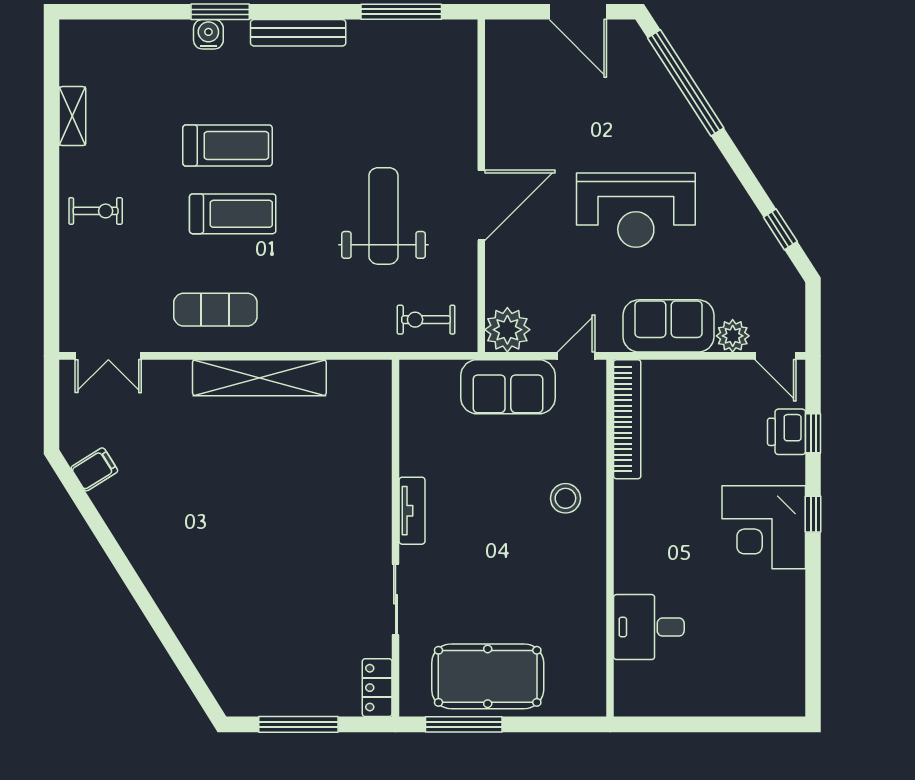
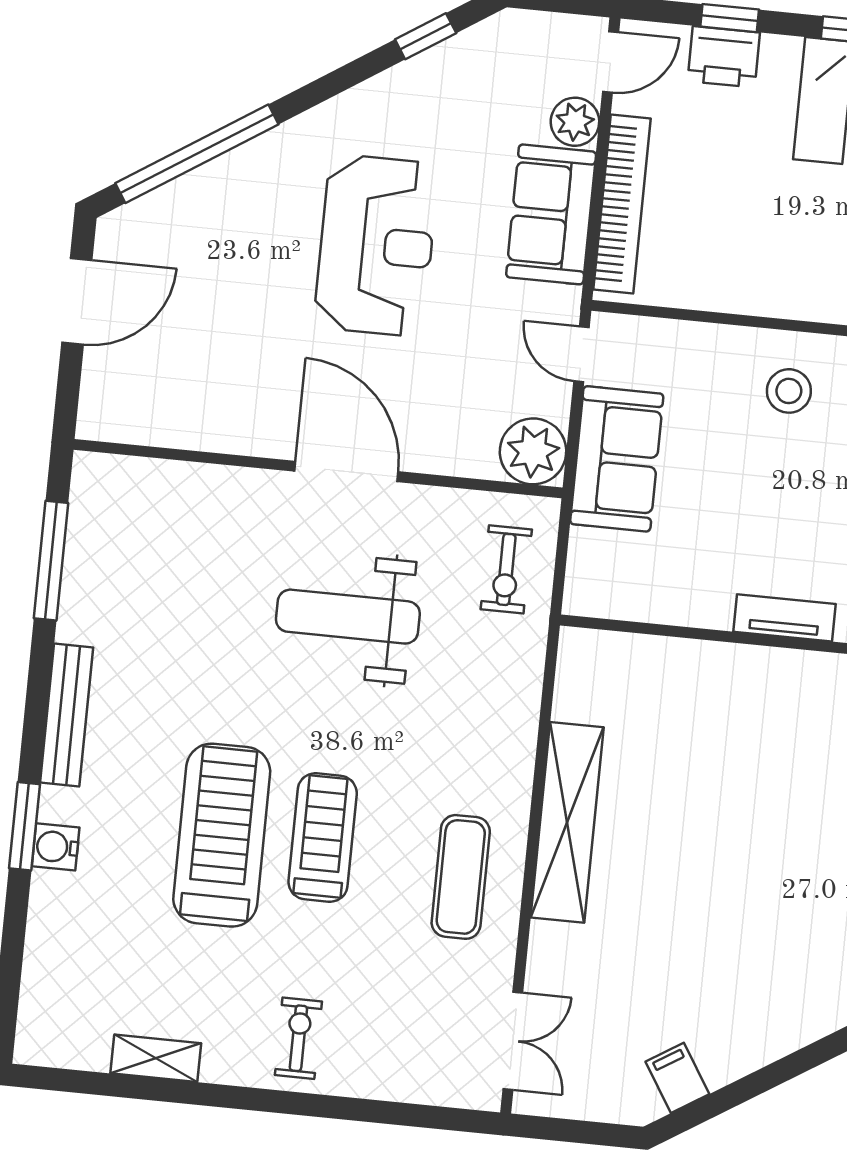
treadmill: (227, 146) -> (222, 835), width x1.37, depth x1.38
bookcase: (627, 419) -> (622, 204), moved, turned 90

